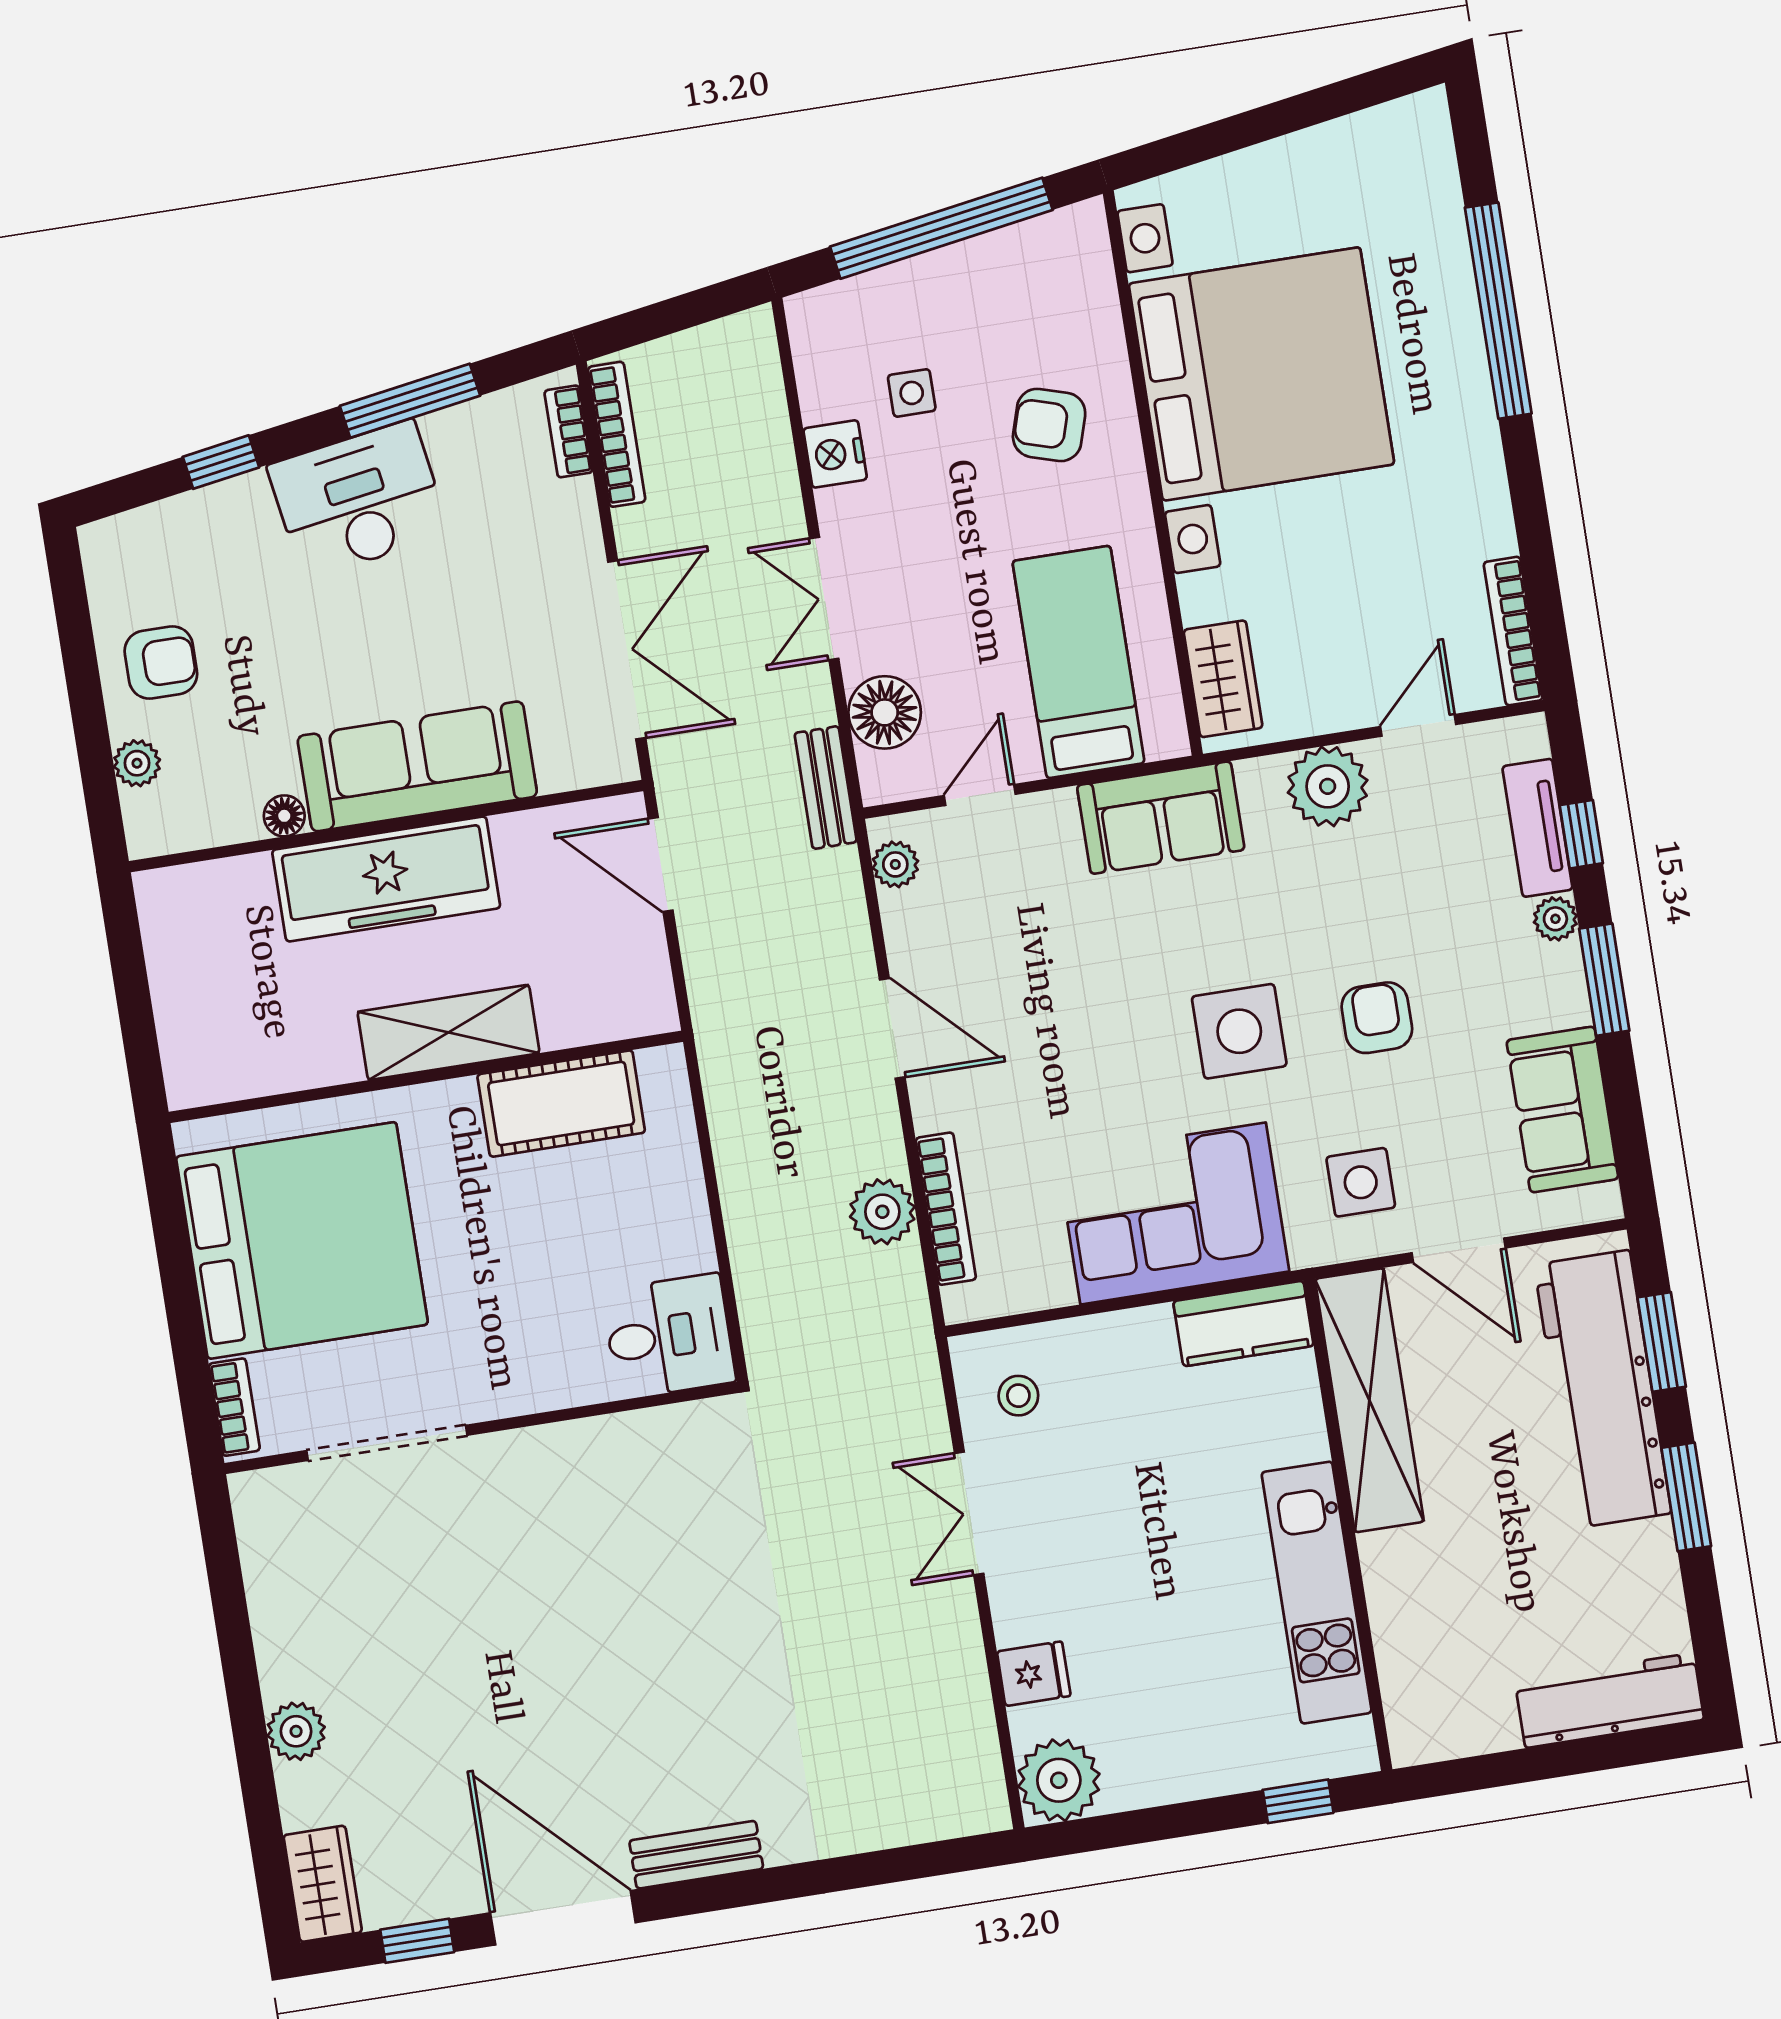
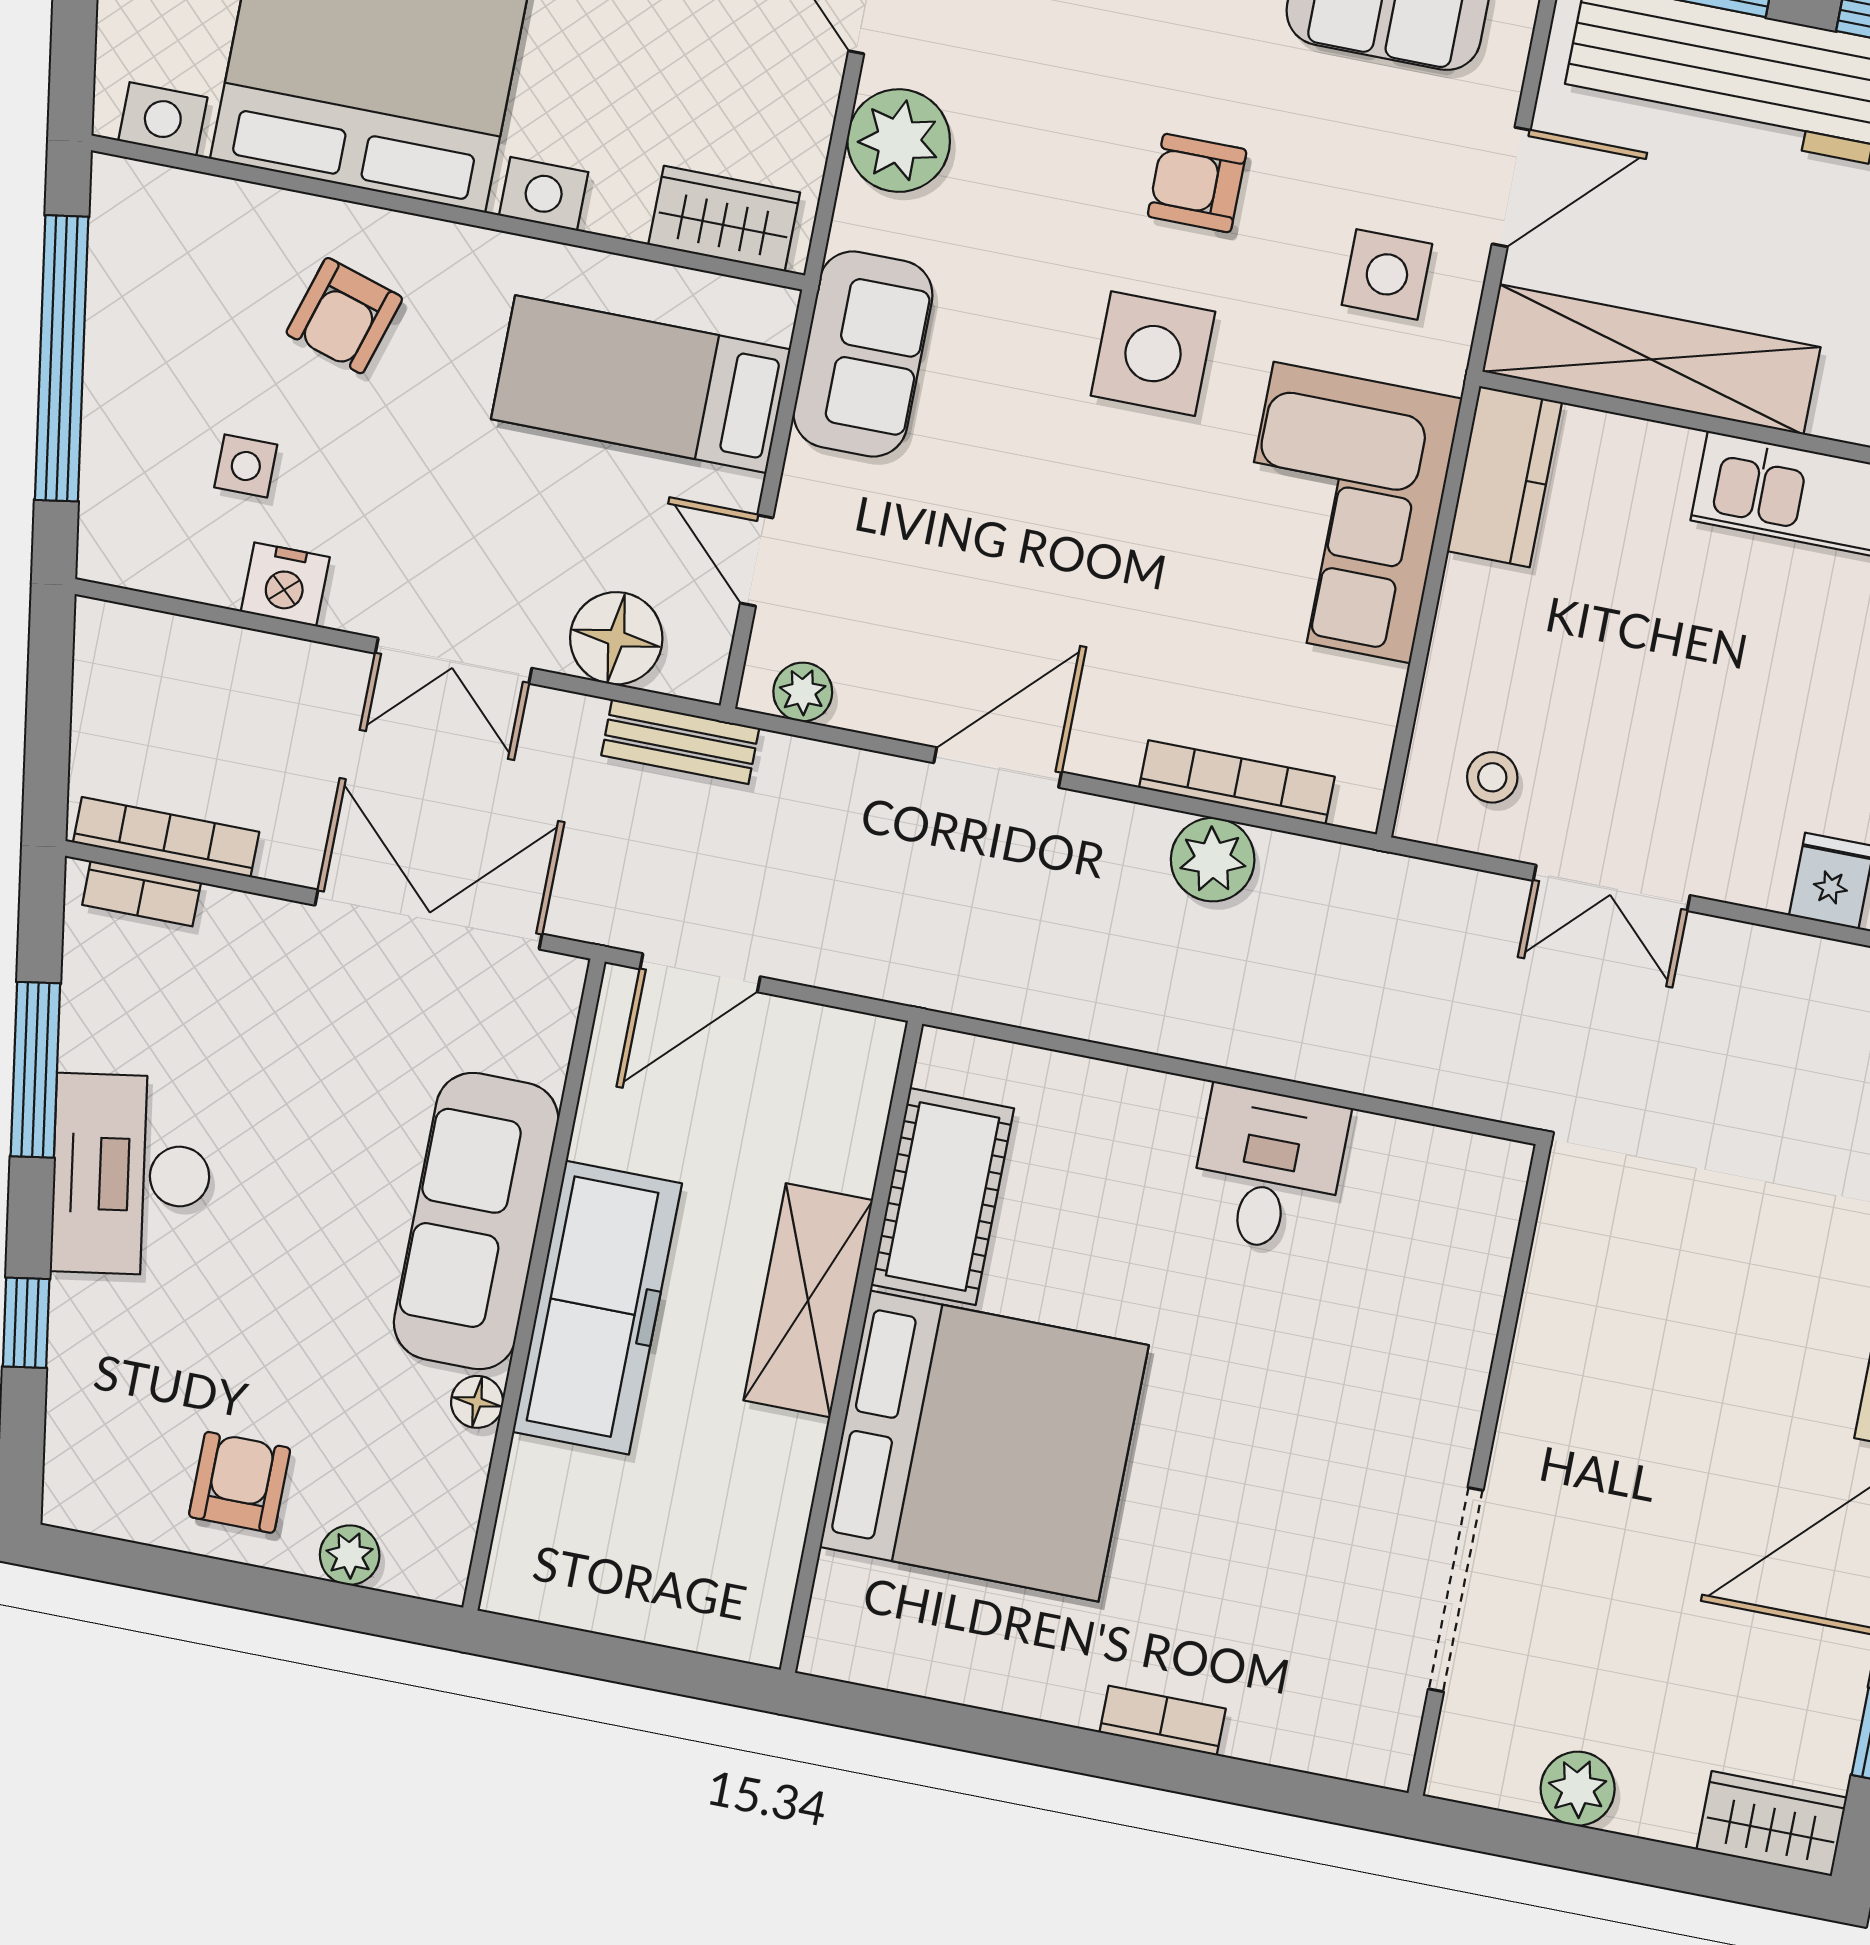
bed: (302, 1240) -> (984, 1446), moved, turned 90
wall: (481, 1428) -> (1479, 1470), moved
doorway: (387, 1443) -> (1456, 1590), moved

